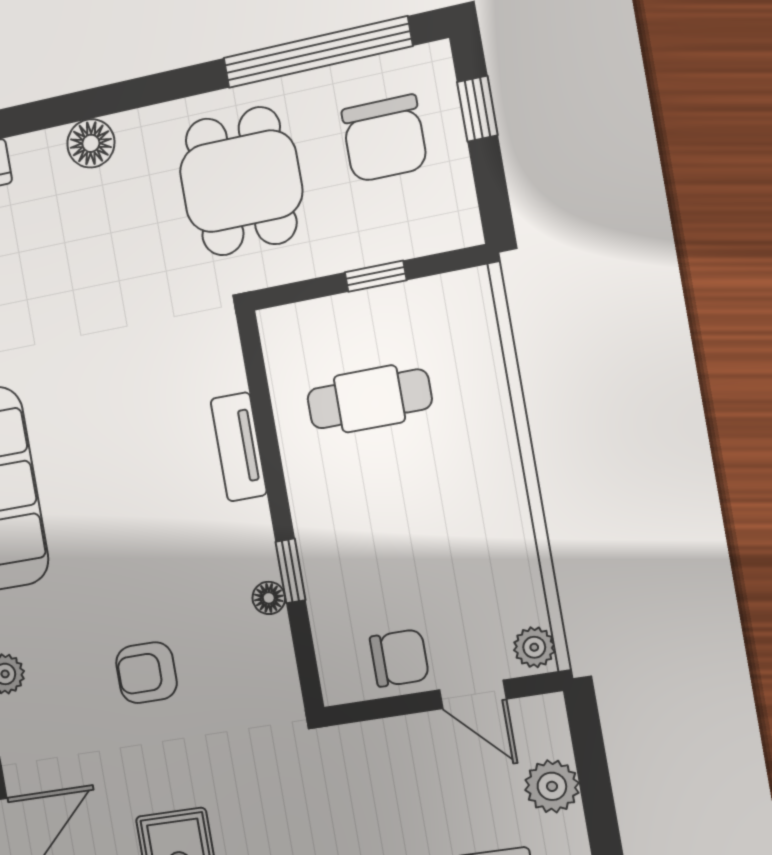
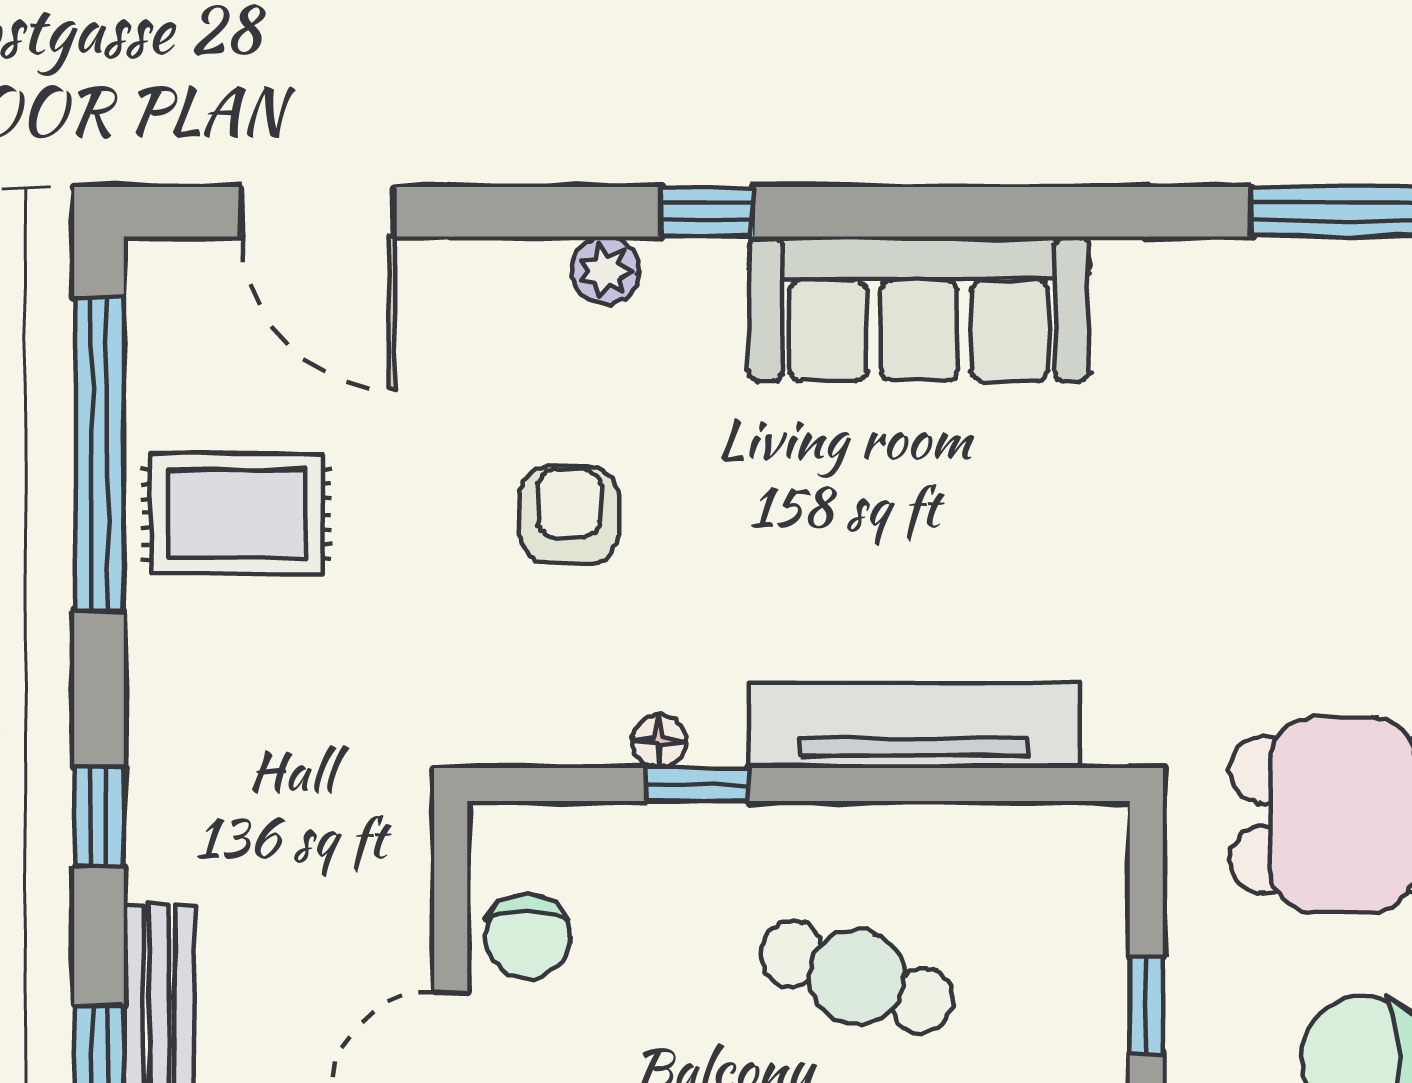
cafe table: (369, 399) -> (857, 977), moved, turned -70
tv unit: (239, 447) -> (914, 726), width x1.92, depth x1.29

